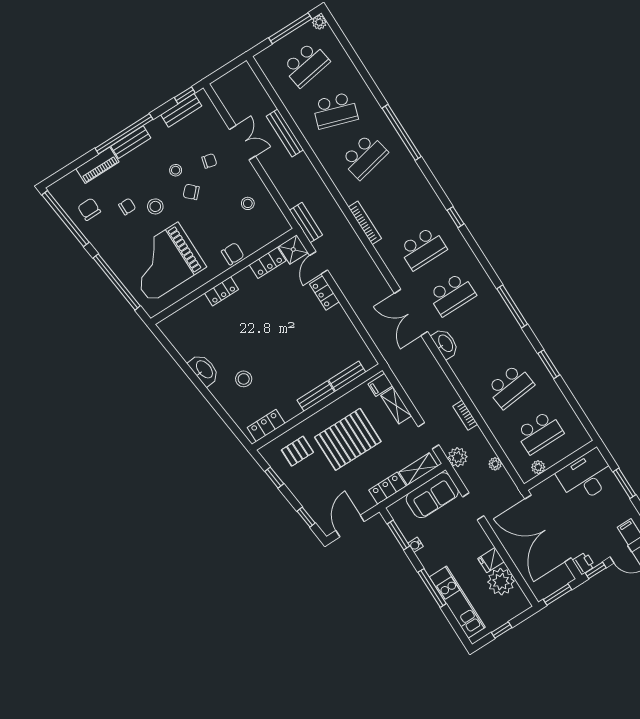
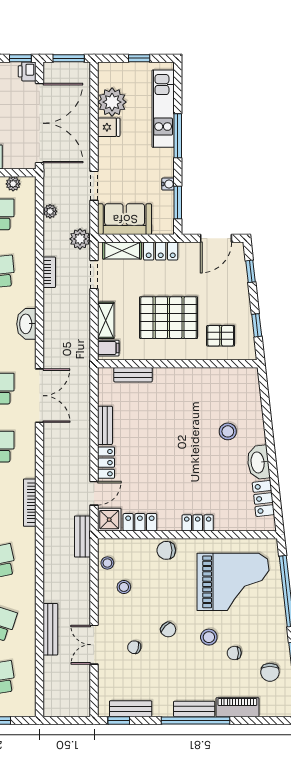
stool: (176, 170) -> (107, 563), moved
washbasin: (445, 344) -> (26, 324), moved
bench: (316, 396) -> (105, 425), moved, turned 90
locker: (266, 425) -> (263, 498), moved, turned 84

